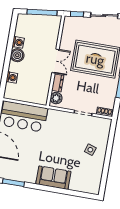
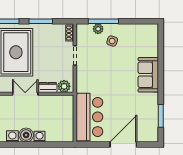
washing machine: (12, 77) -> (40, 137), moved
plant: (104, 139) -> (98, 29), added
window: (110, 145) -> (103, 21), added

